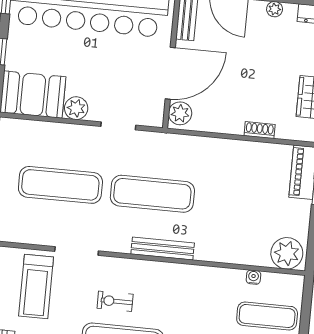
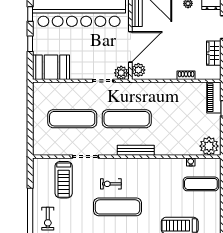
plant: (76, 108) -> (121, 73), moved

